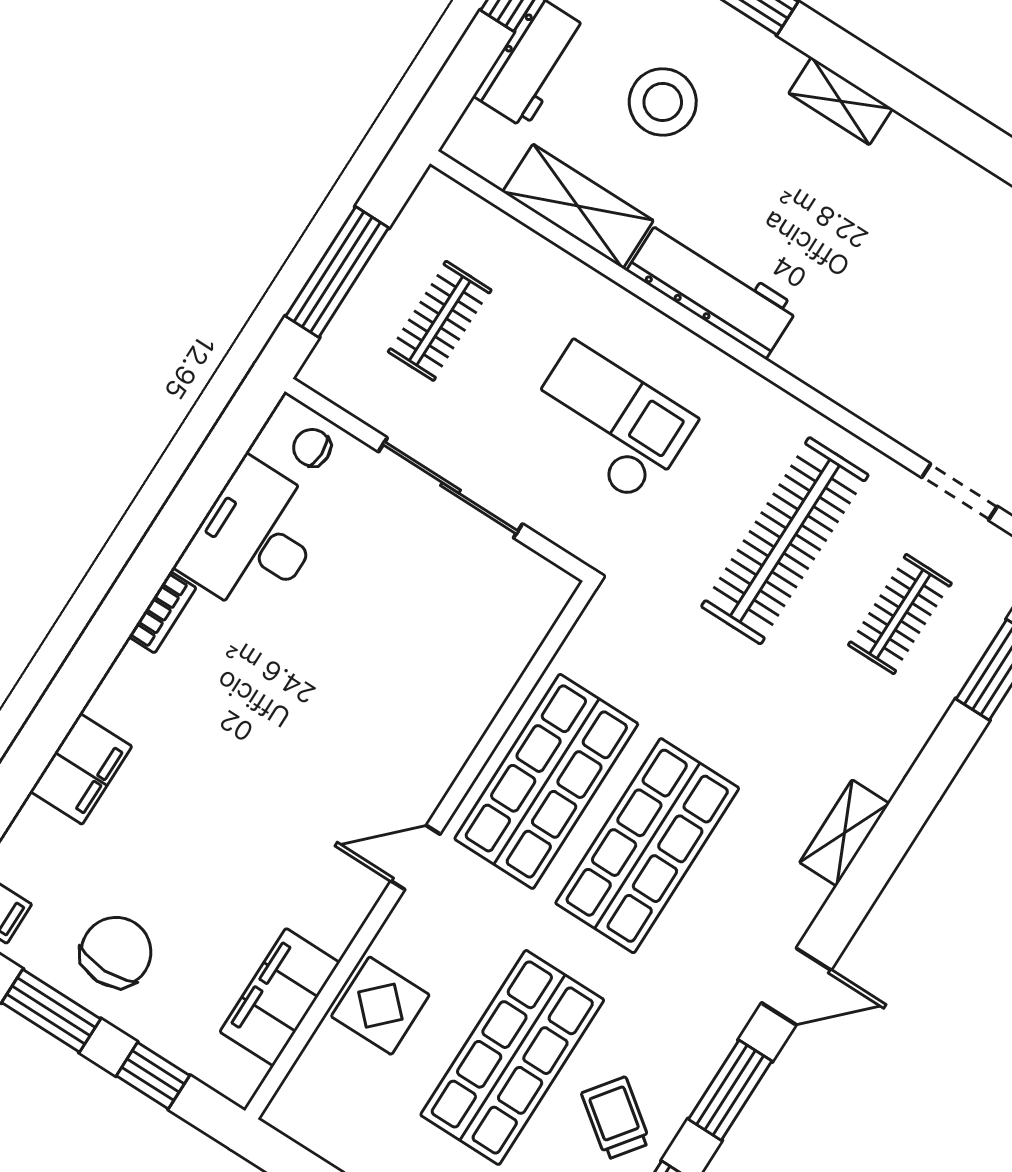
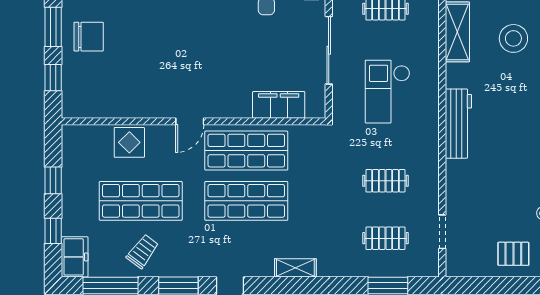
workbench: (713, 289) -> (458, 124), moved
checkout: (608, 423) -> (387, 92), turned 180
clothes rail: (785, 541) -> (385, 181), width x0.54, depth x0.76
door: (415, 857) -> (190, 121), swing flipped
filing cabinet: (280, 997) -> (279, 105), moved

